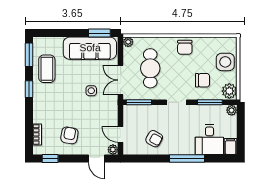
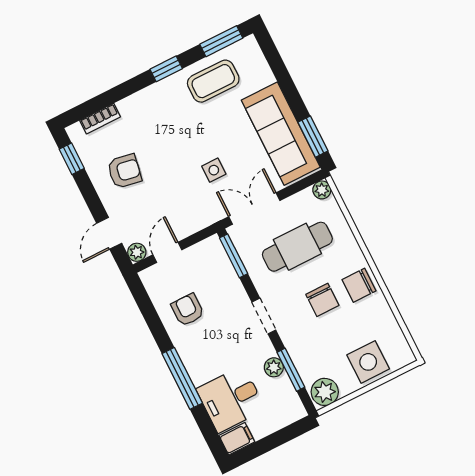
chair: (203, 80) -> (322, 300), moved
plant: (232, 110) -> (274, 367), moved
armchair: (154, 139) -> (188, 310), turned 151

